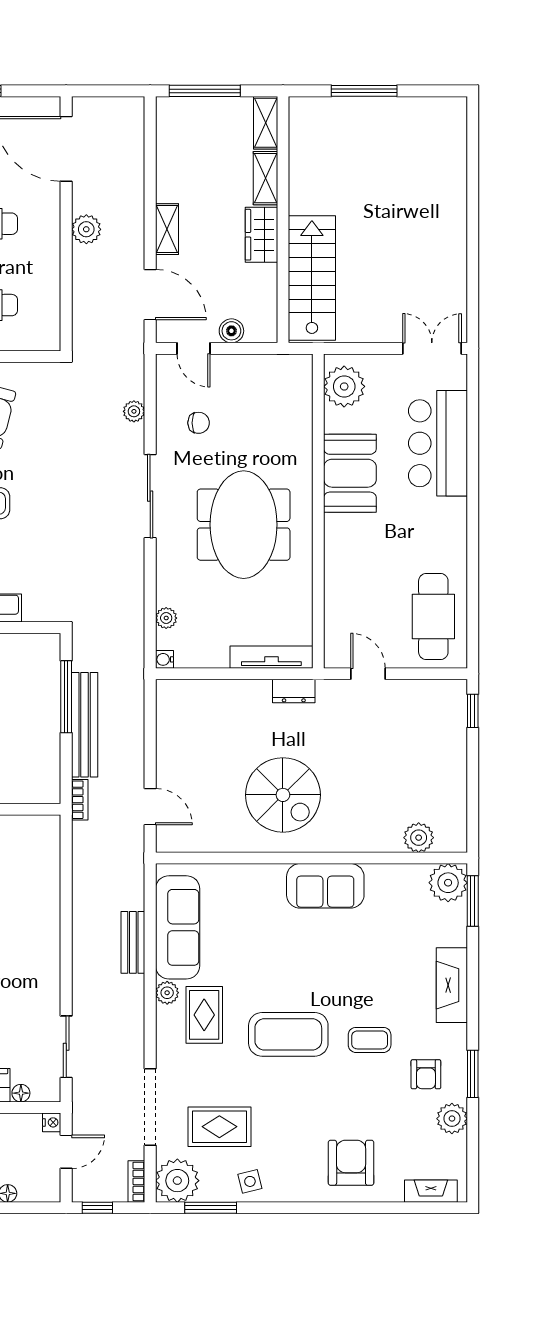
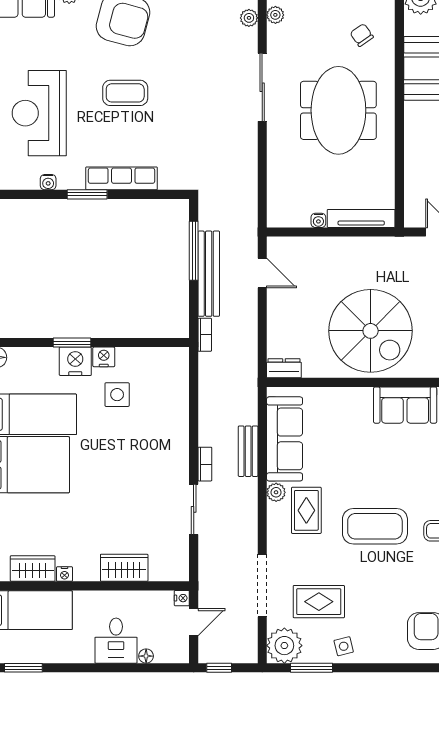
chair: (199, 423) -> (362, 35), moved, turned -125
plant: (166, 618) -> (275, 15), moved
water cooler: (164, 659) -> (318, 220), moved, turned -90
dresser: (294, 691) -> (284, 368), moved, turned 180
spiral stairs: (283, 795) -> (371, 331), width x1.37, depth x1.37
door: (150, 807) -> (262, 273), moved
sliding door: (66, 1047) -> (194, 509), moved
floor lamp: (21, 1093) -> (157, 574), removed
bookcase: (136, 1181) -> (205, 464), moved, turned 180

